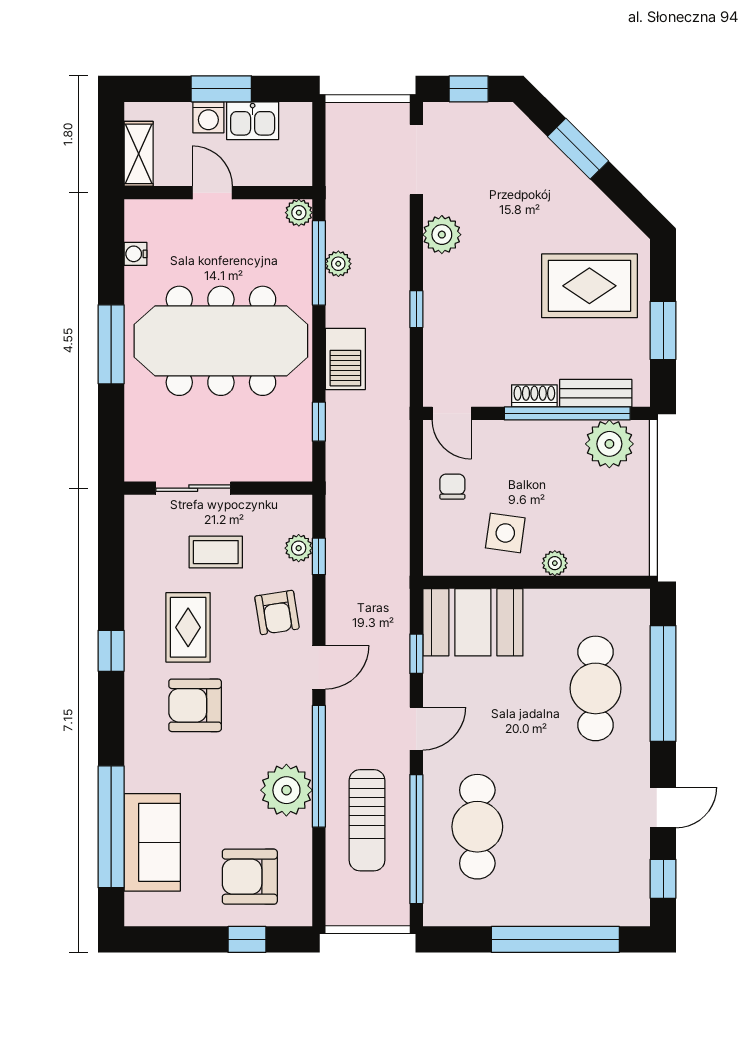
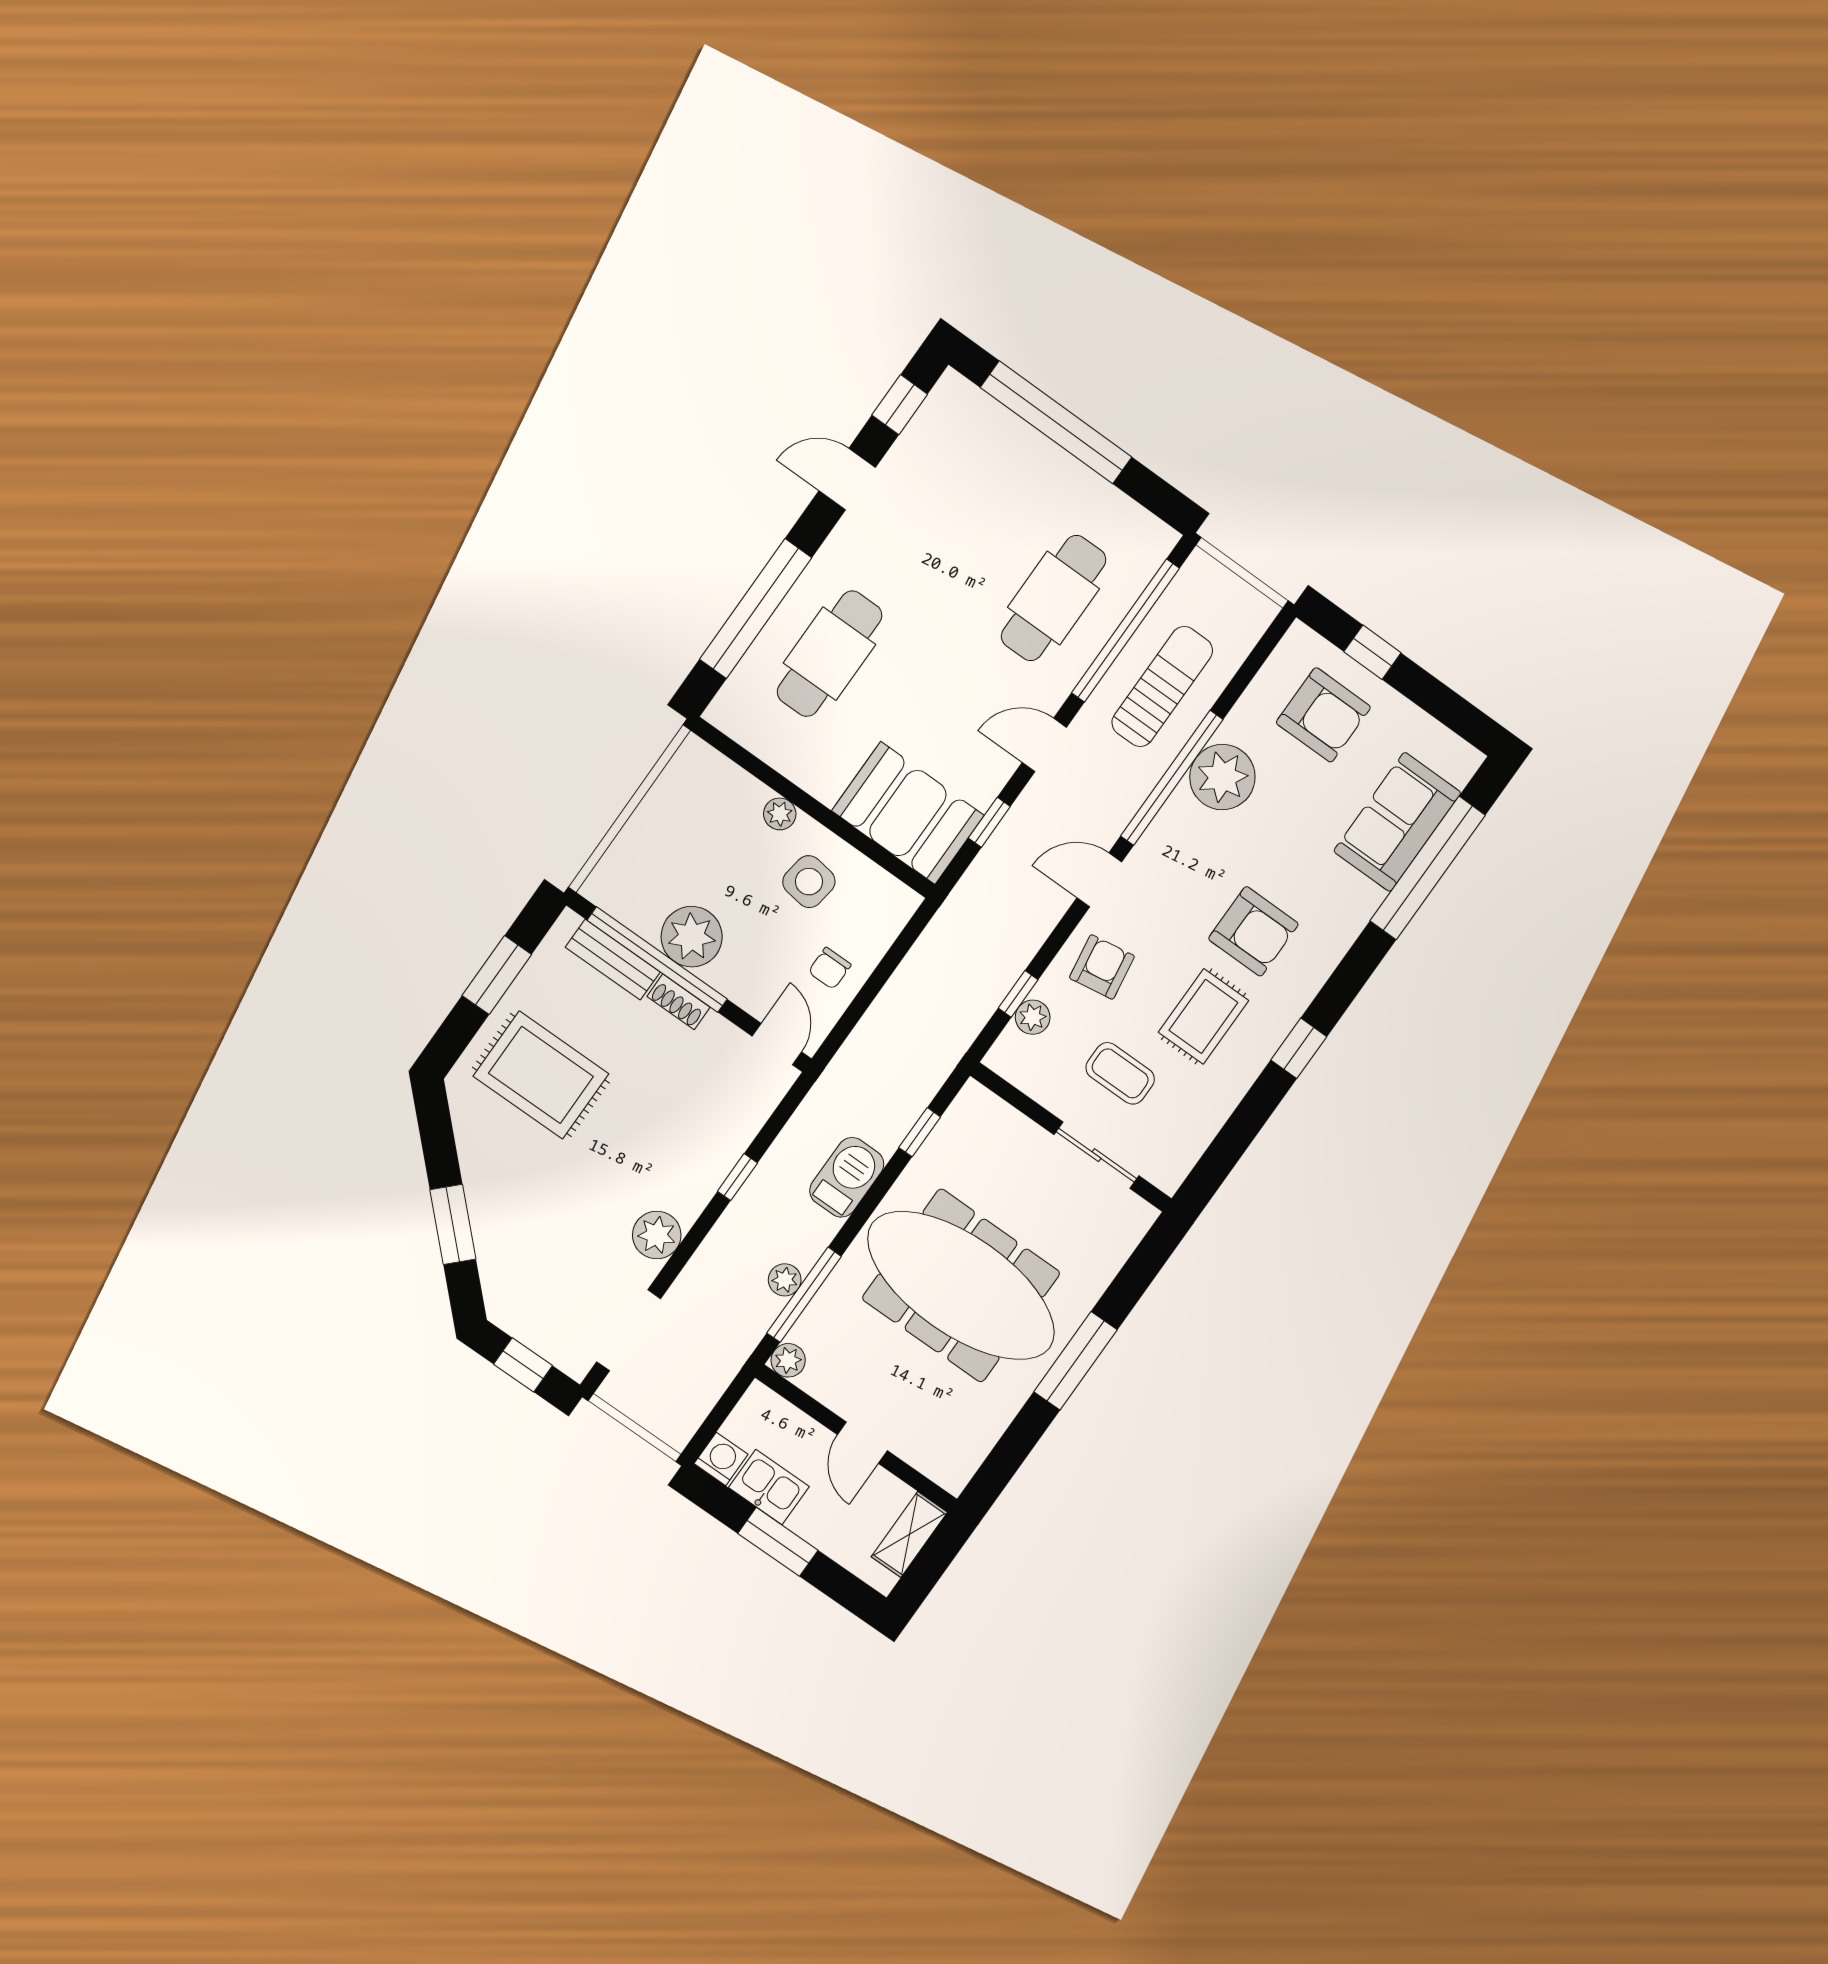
washing machine: (208, 117) -> (721, 1459), moved
water cooler: (135, 254) -> (985, 1435), removed
plant: (609, 444) -> (692, 937), moved

